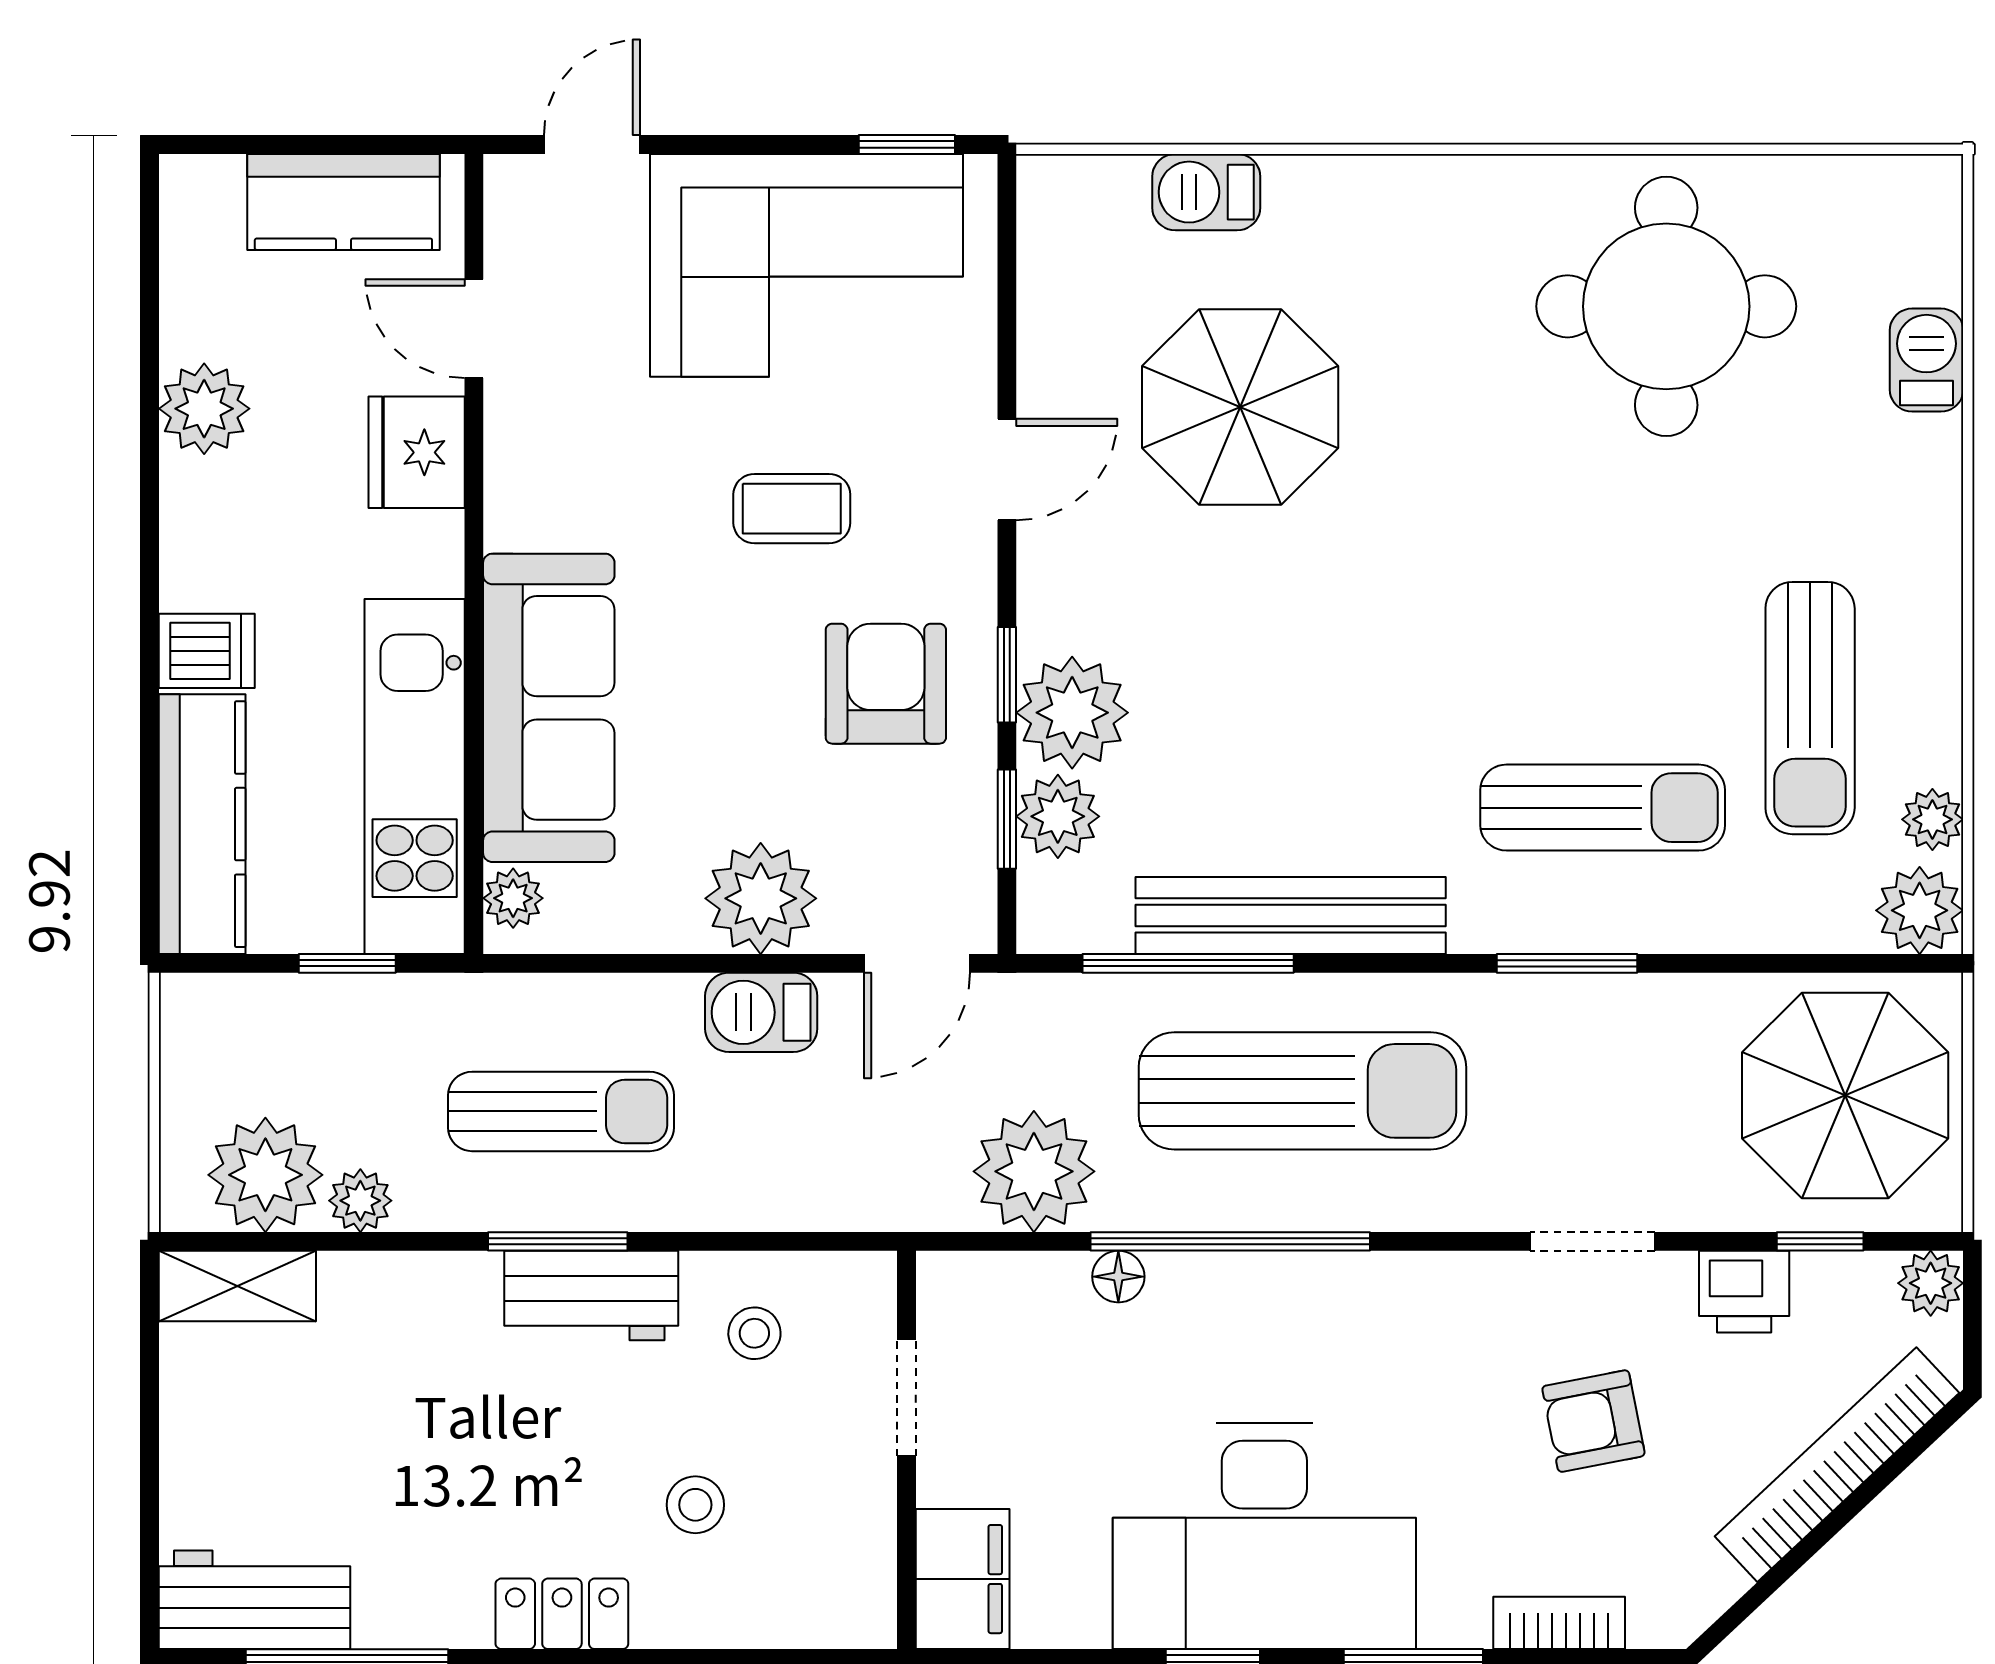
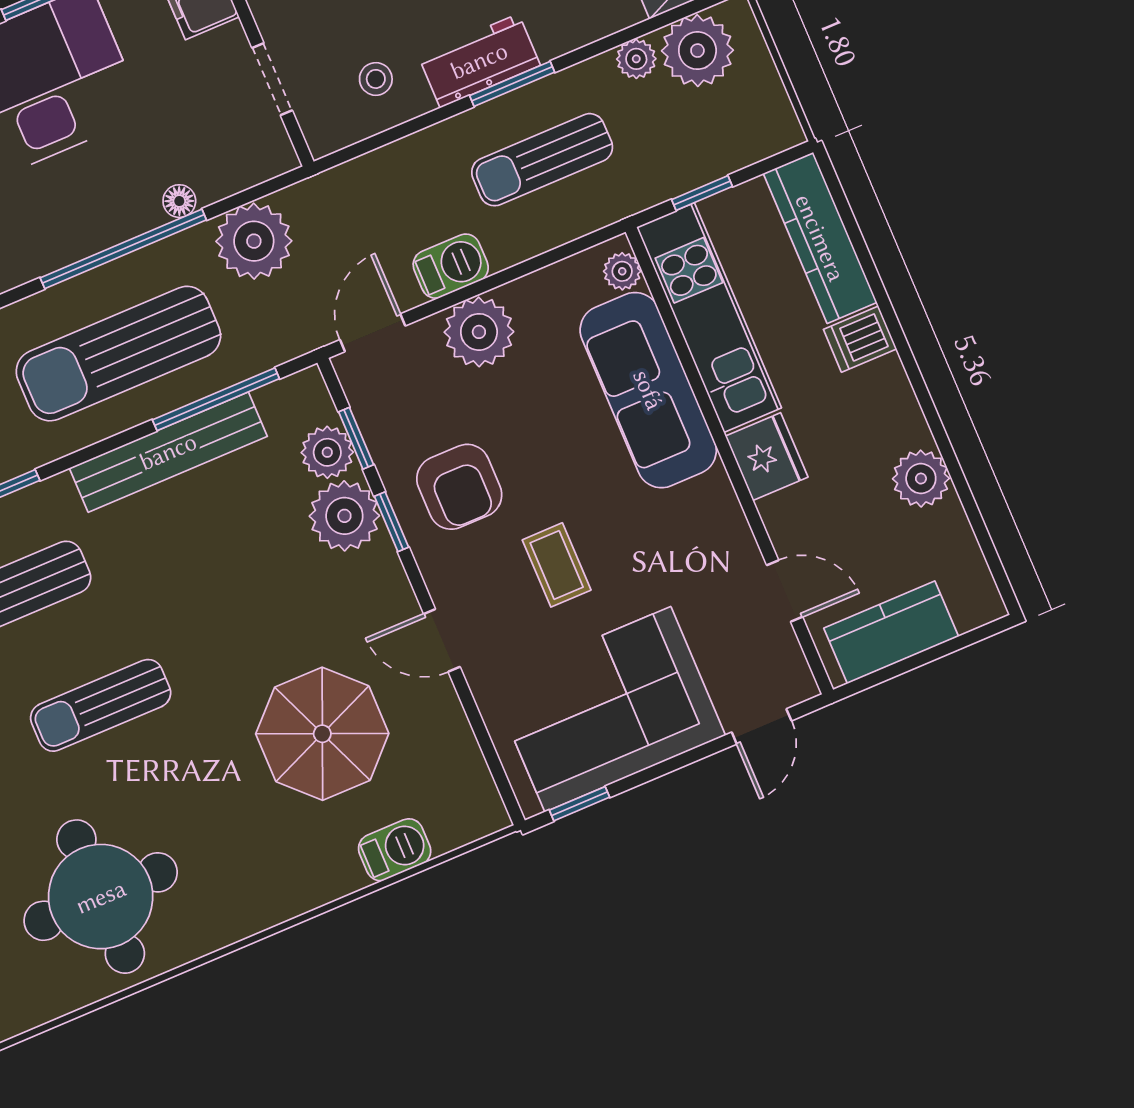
fridge: (417, 452) -> (767, 457), moved
door: (1007, 470) -> (442, 640), hinge flipped
coffee table: (792, 509) -> (557, 565), turned 90
sun lounger: (1547, 587) -> (101, 705), added

